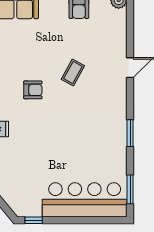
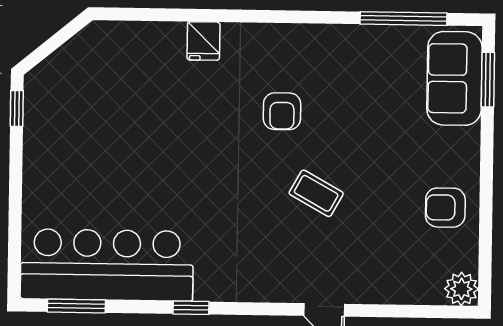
window: (130, 133) -> (191, 308), width x0.67
bar counter: (85, 200) -> (107, 265), moved, turned -90

